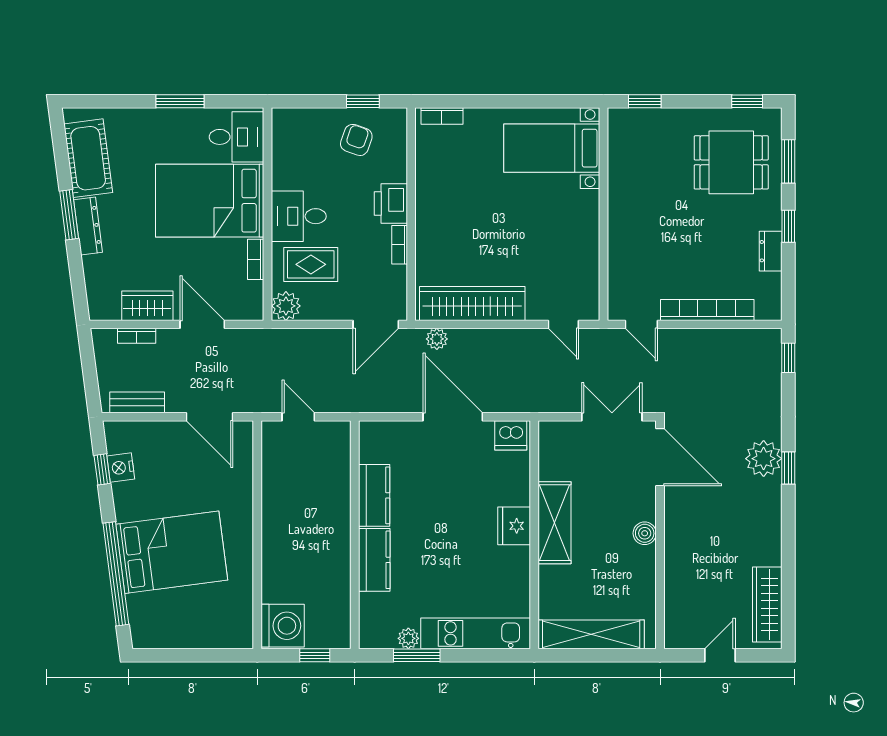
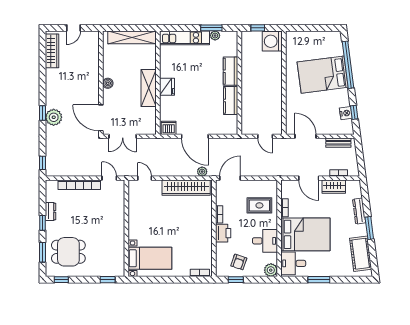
desk: (299, 216) -> (265, 241), moved
dresser: (88, 226) -> (359, 211), moved
plant: (286, 306) -> (271, 270), moved

